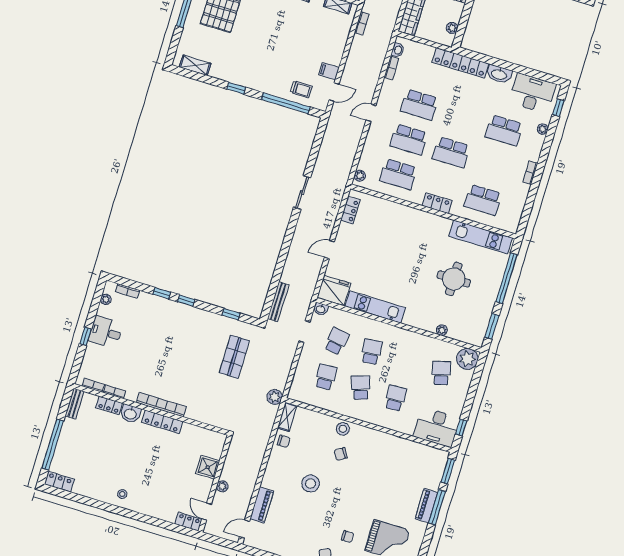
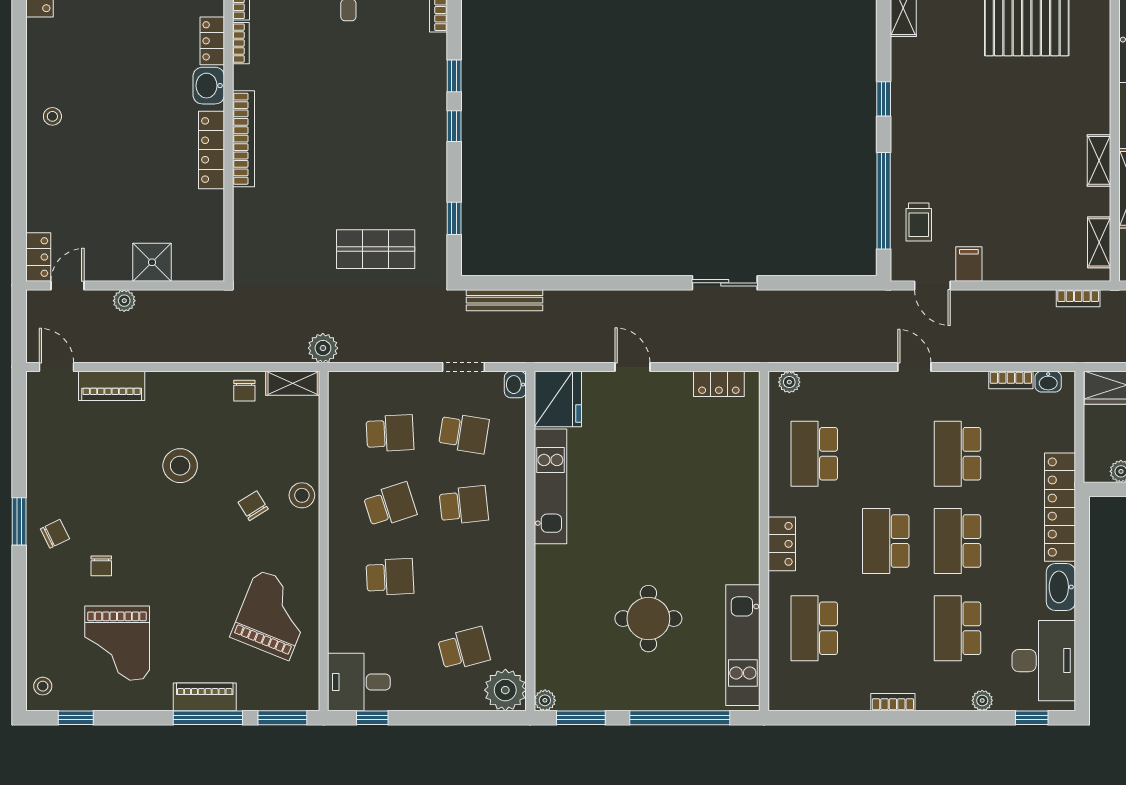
school desk: (409, 139) -> (957, 541), moved
plant: (442, 330) -> (545, 700), moved
desk: (437, 427) -> (359, 682), width x0.73
grand piano: (397, 460) -> (273, 615), added

